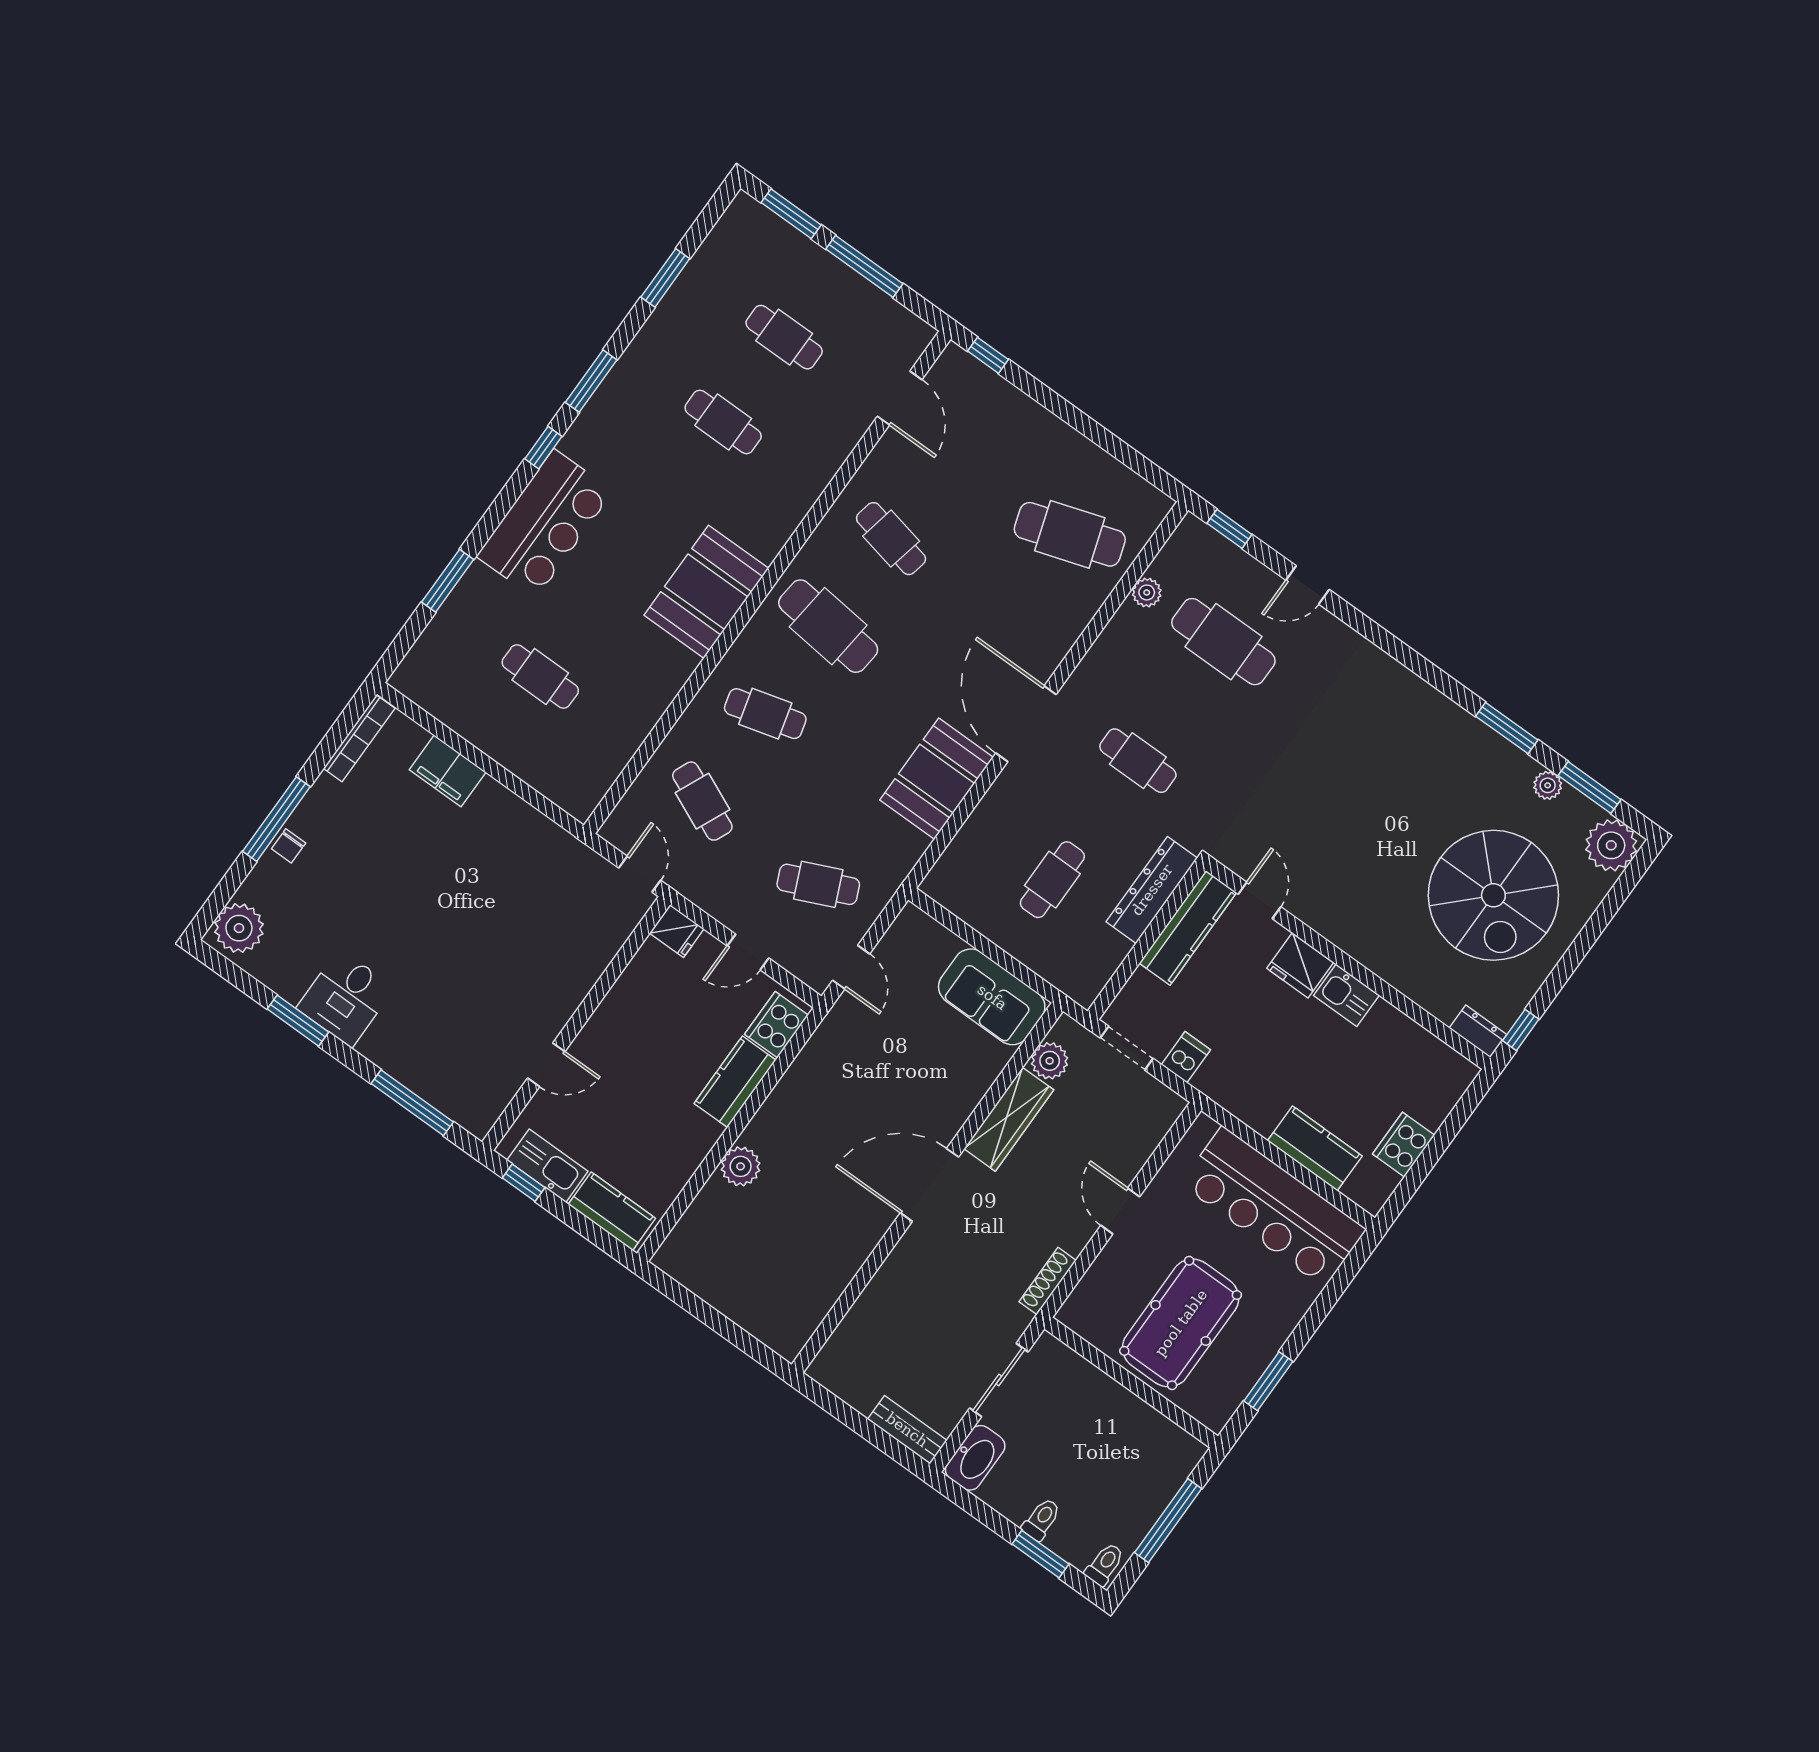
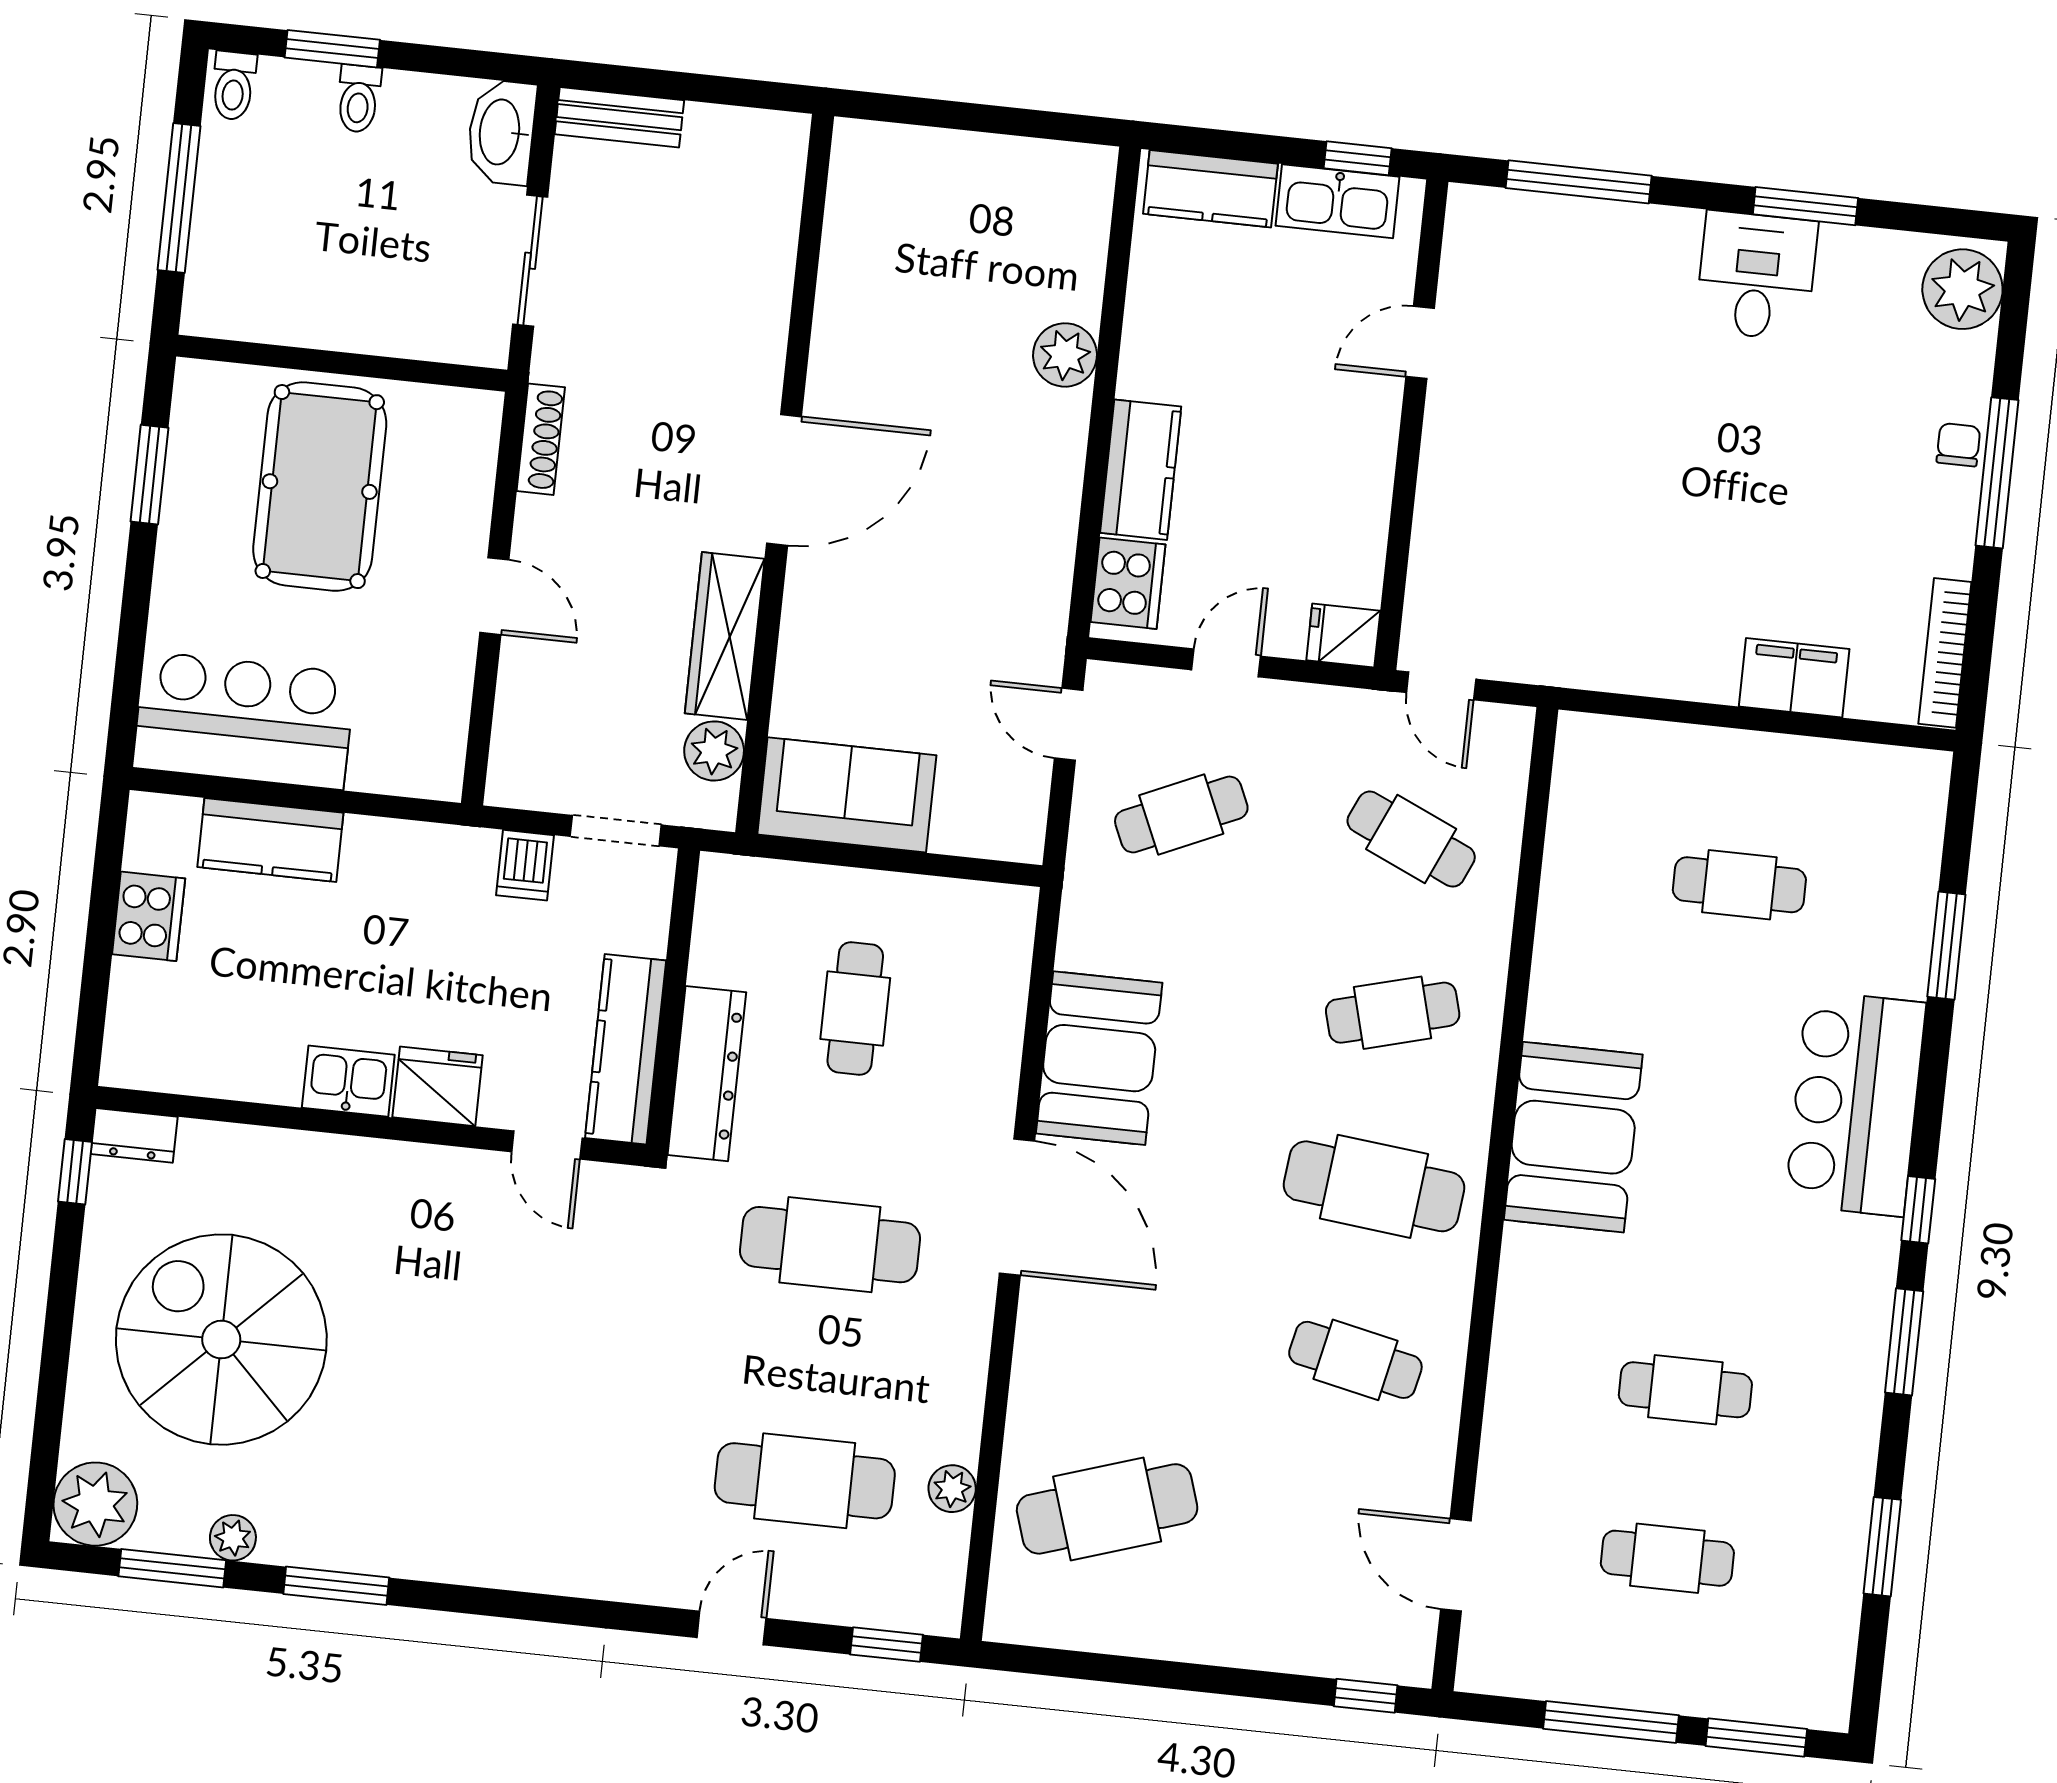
cafe table: (1138, 761) -> (830, 1245), width x1.37, depth x1.35
bar counter: (1273, 1207) -> (244, 720), width x0.73

